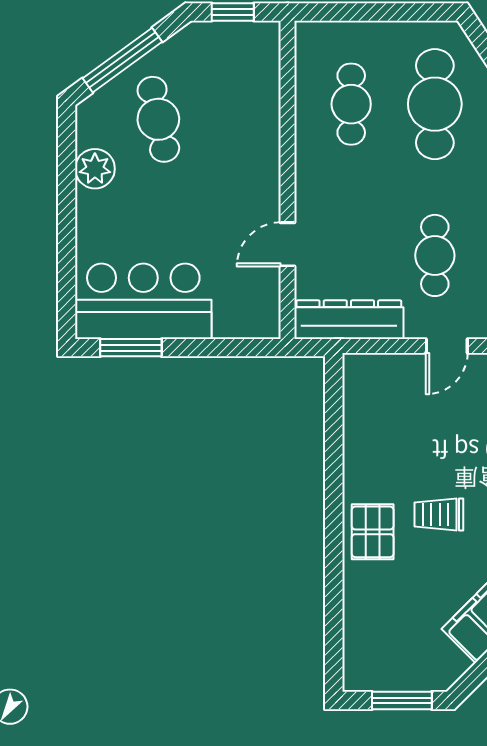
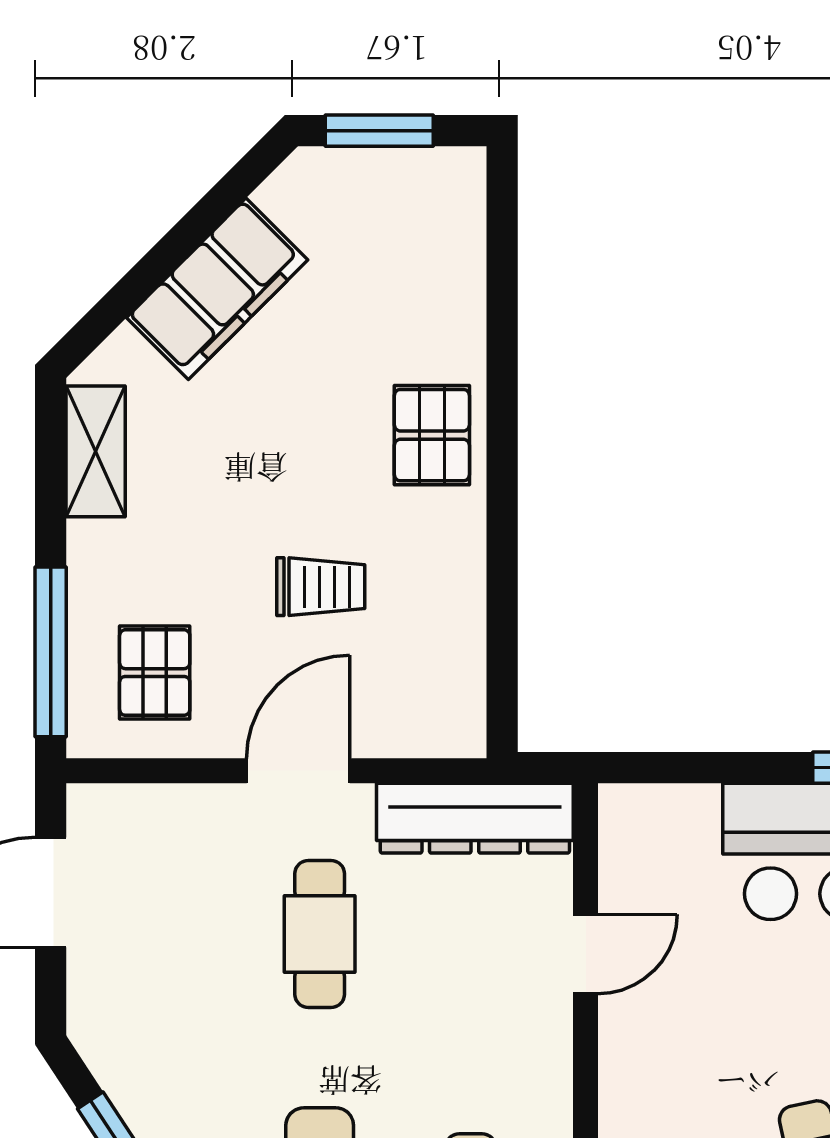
door: (447, 346) -> (298, 771), width x1.38
trolley: (439, 514) -> (321, 587), moved

